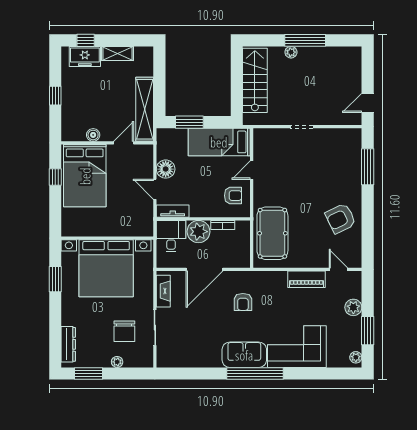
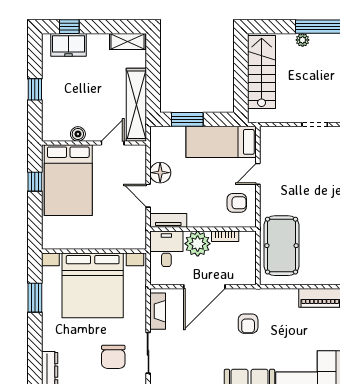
shelving: (118, 53) -> (128, 41), moved

